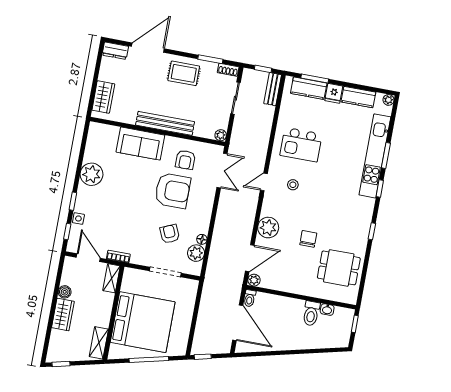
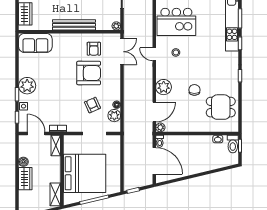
sofa: (140, 144) -> (35, 43), moved
kitchen island: (301, 145) -> (176, 22), width x1.37, depth x1.28
plant: (91, 174) -> (27, 86), moved
door: (264, 182) -> (154, 54), hinge flipped
toilet: (311, 313) -> (233, 144), moved

